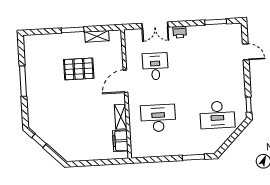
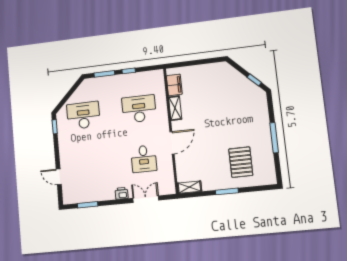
shelving: (97, 36) -> (189, 187), moved
pallet: (79, 69) -> (241, 162), moved, turned 90
desk: (158, 118) -> (139, 109), turned 180
window: (167, 159) -> (129, 71), added

